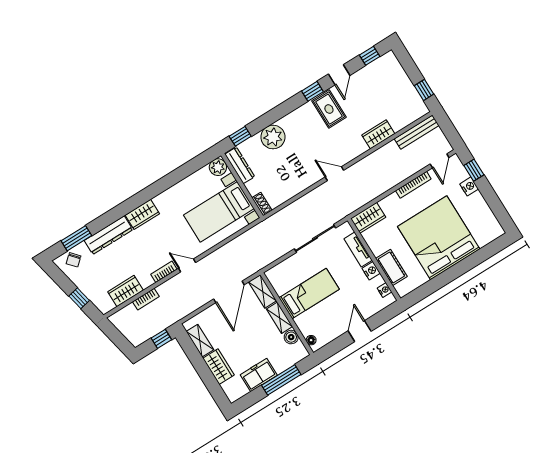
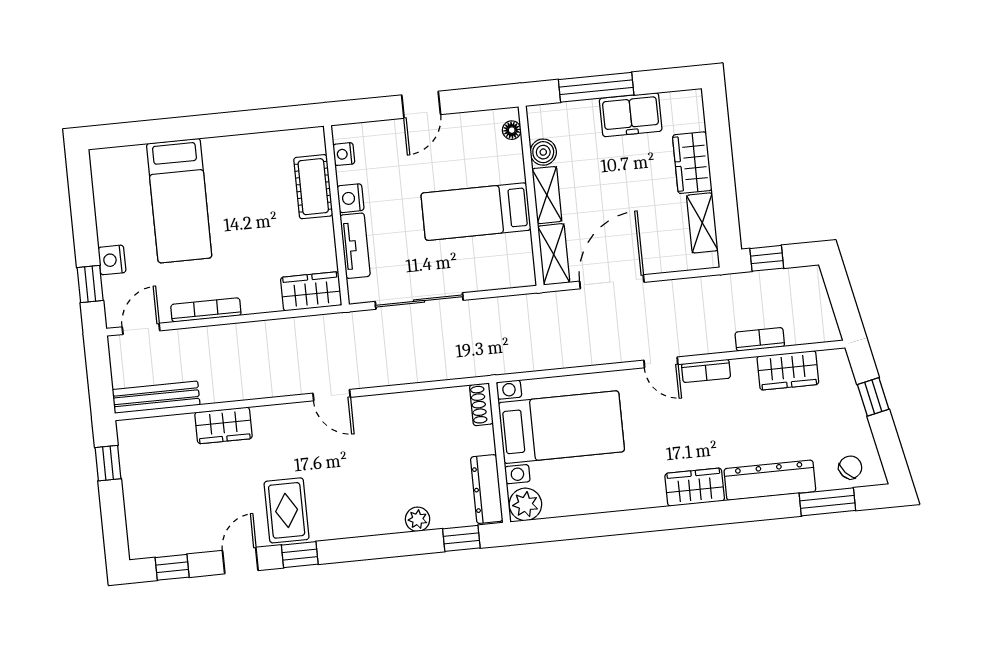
plant: (273, 137) -> (418, 519), width x0.53, depth x0.53
bed: (439, 238) -> (179, 201), width x0.49

